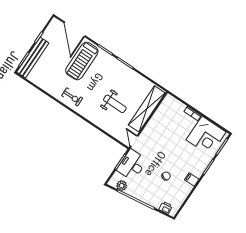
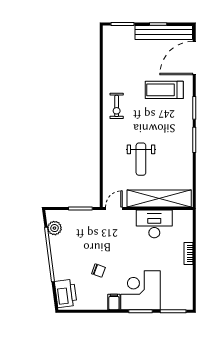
bench: (33, 58) -> (164, 32), moved
treadmill: (82, 61) -> (164, 90), width x0.73, depth x0.73
corner desk: (206, 136) -> (140, 290), moved, turned 90
desk: (132, 165) -> (154, 224), moved
printer: (166, 208) -> (66, 293), width x1.87, depth x1.48

